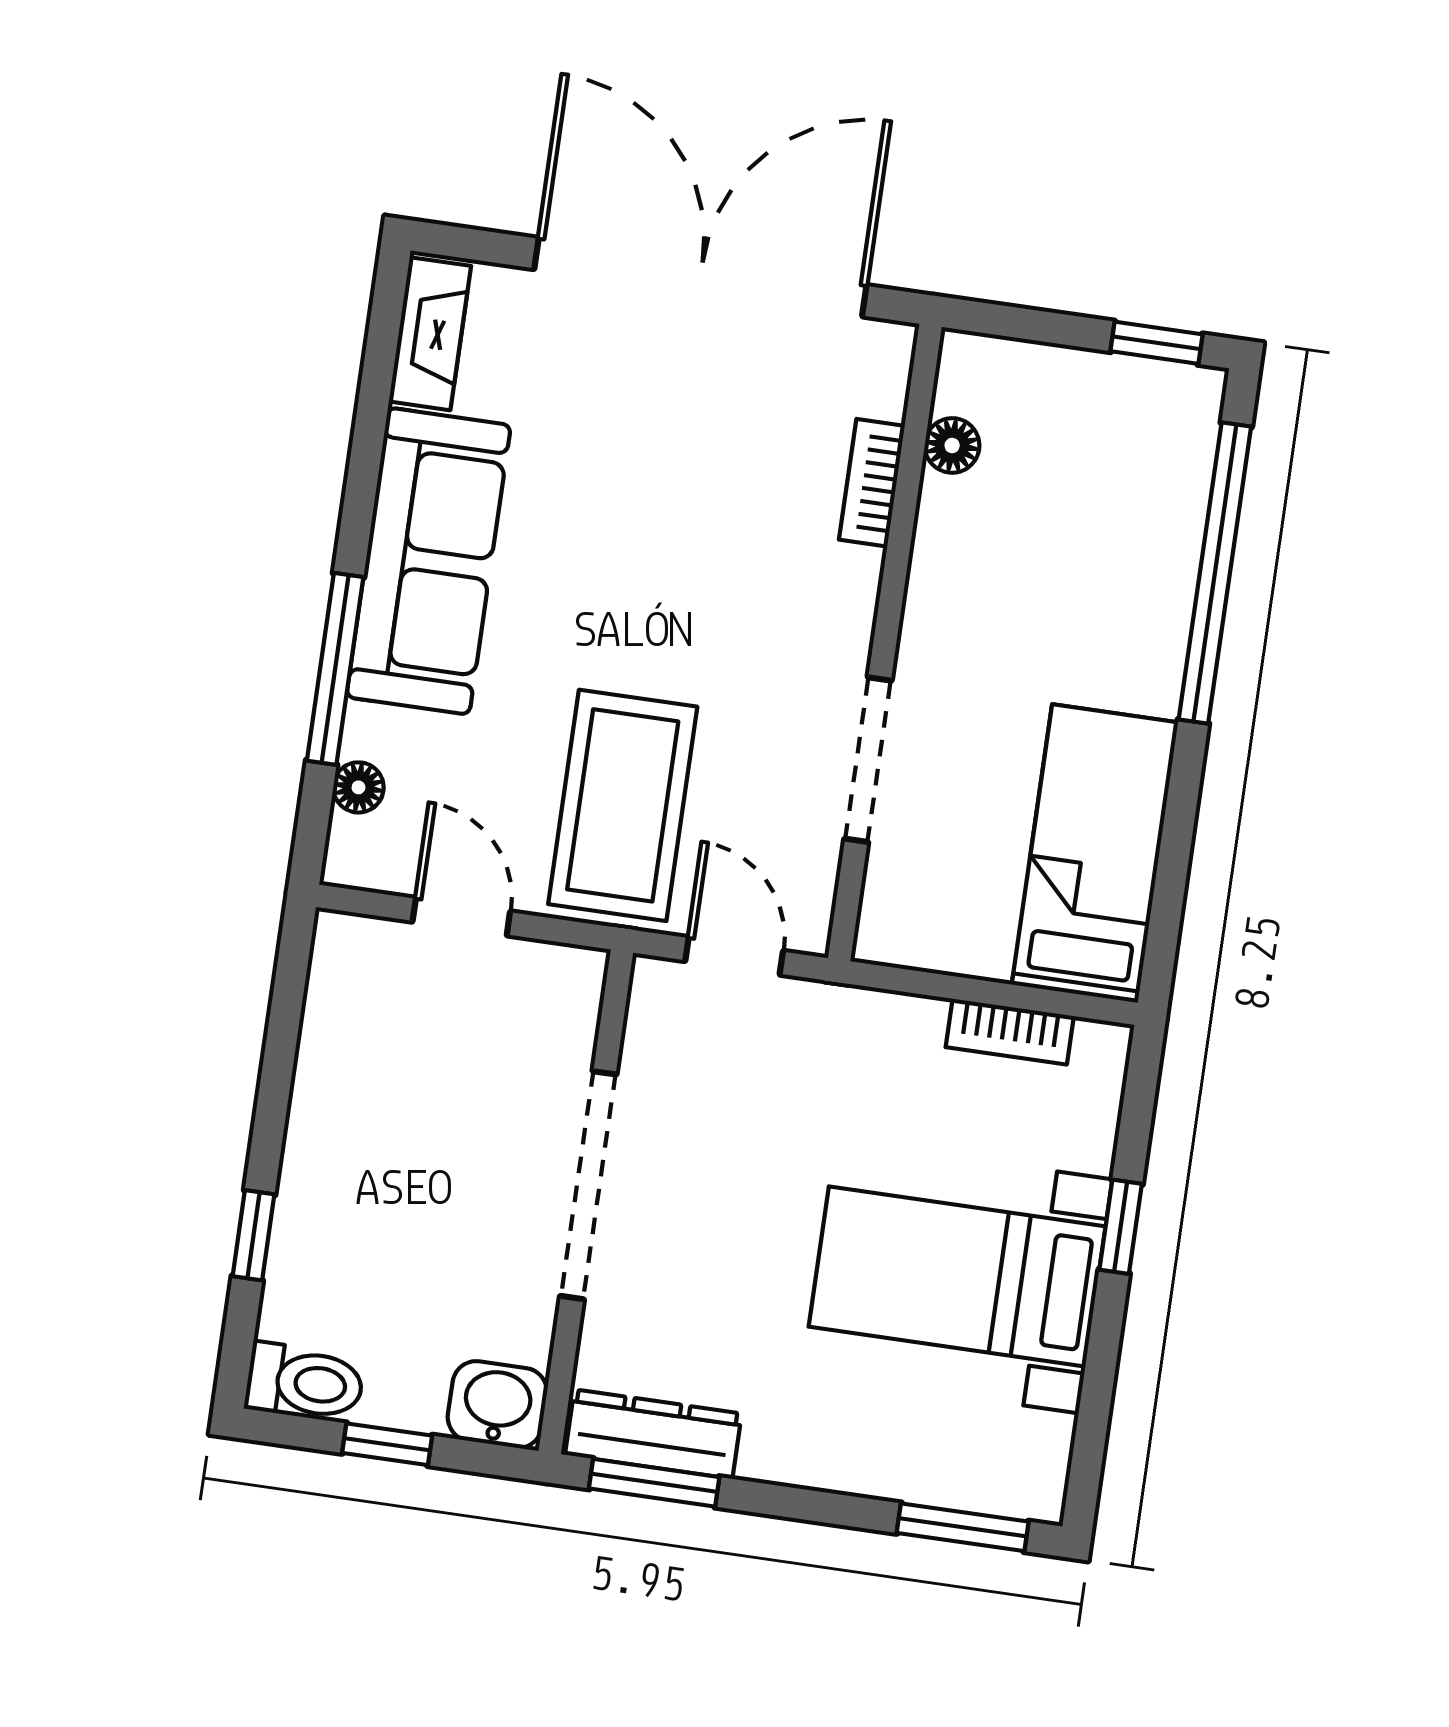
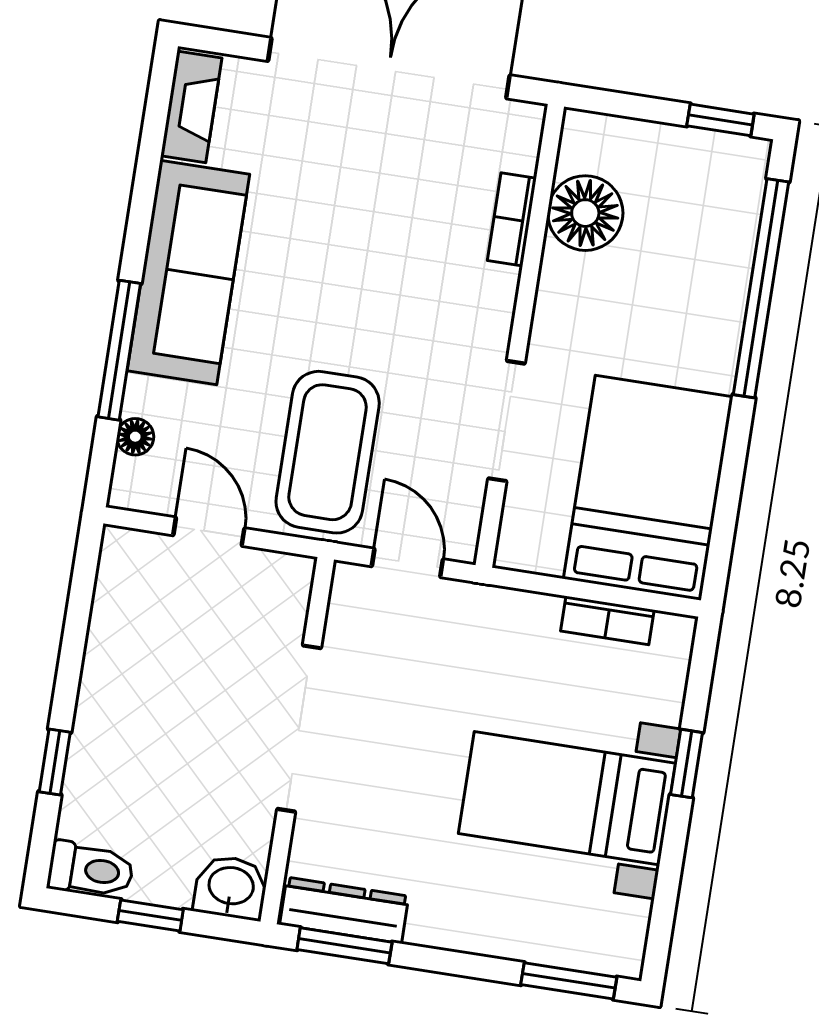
floor lamp: (952, 445) -> (585, 213), width x1.89, depth x1.89
bed: (1095, 854) -> (648, 488), width x1.50

